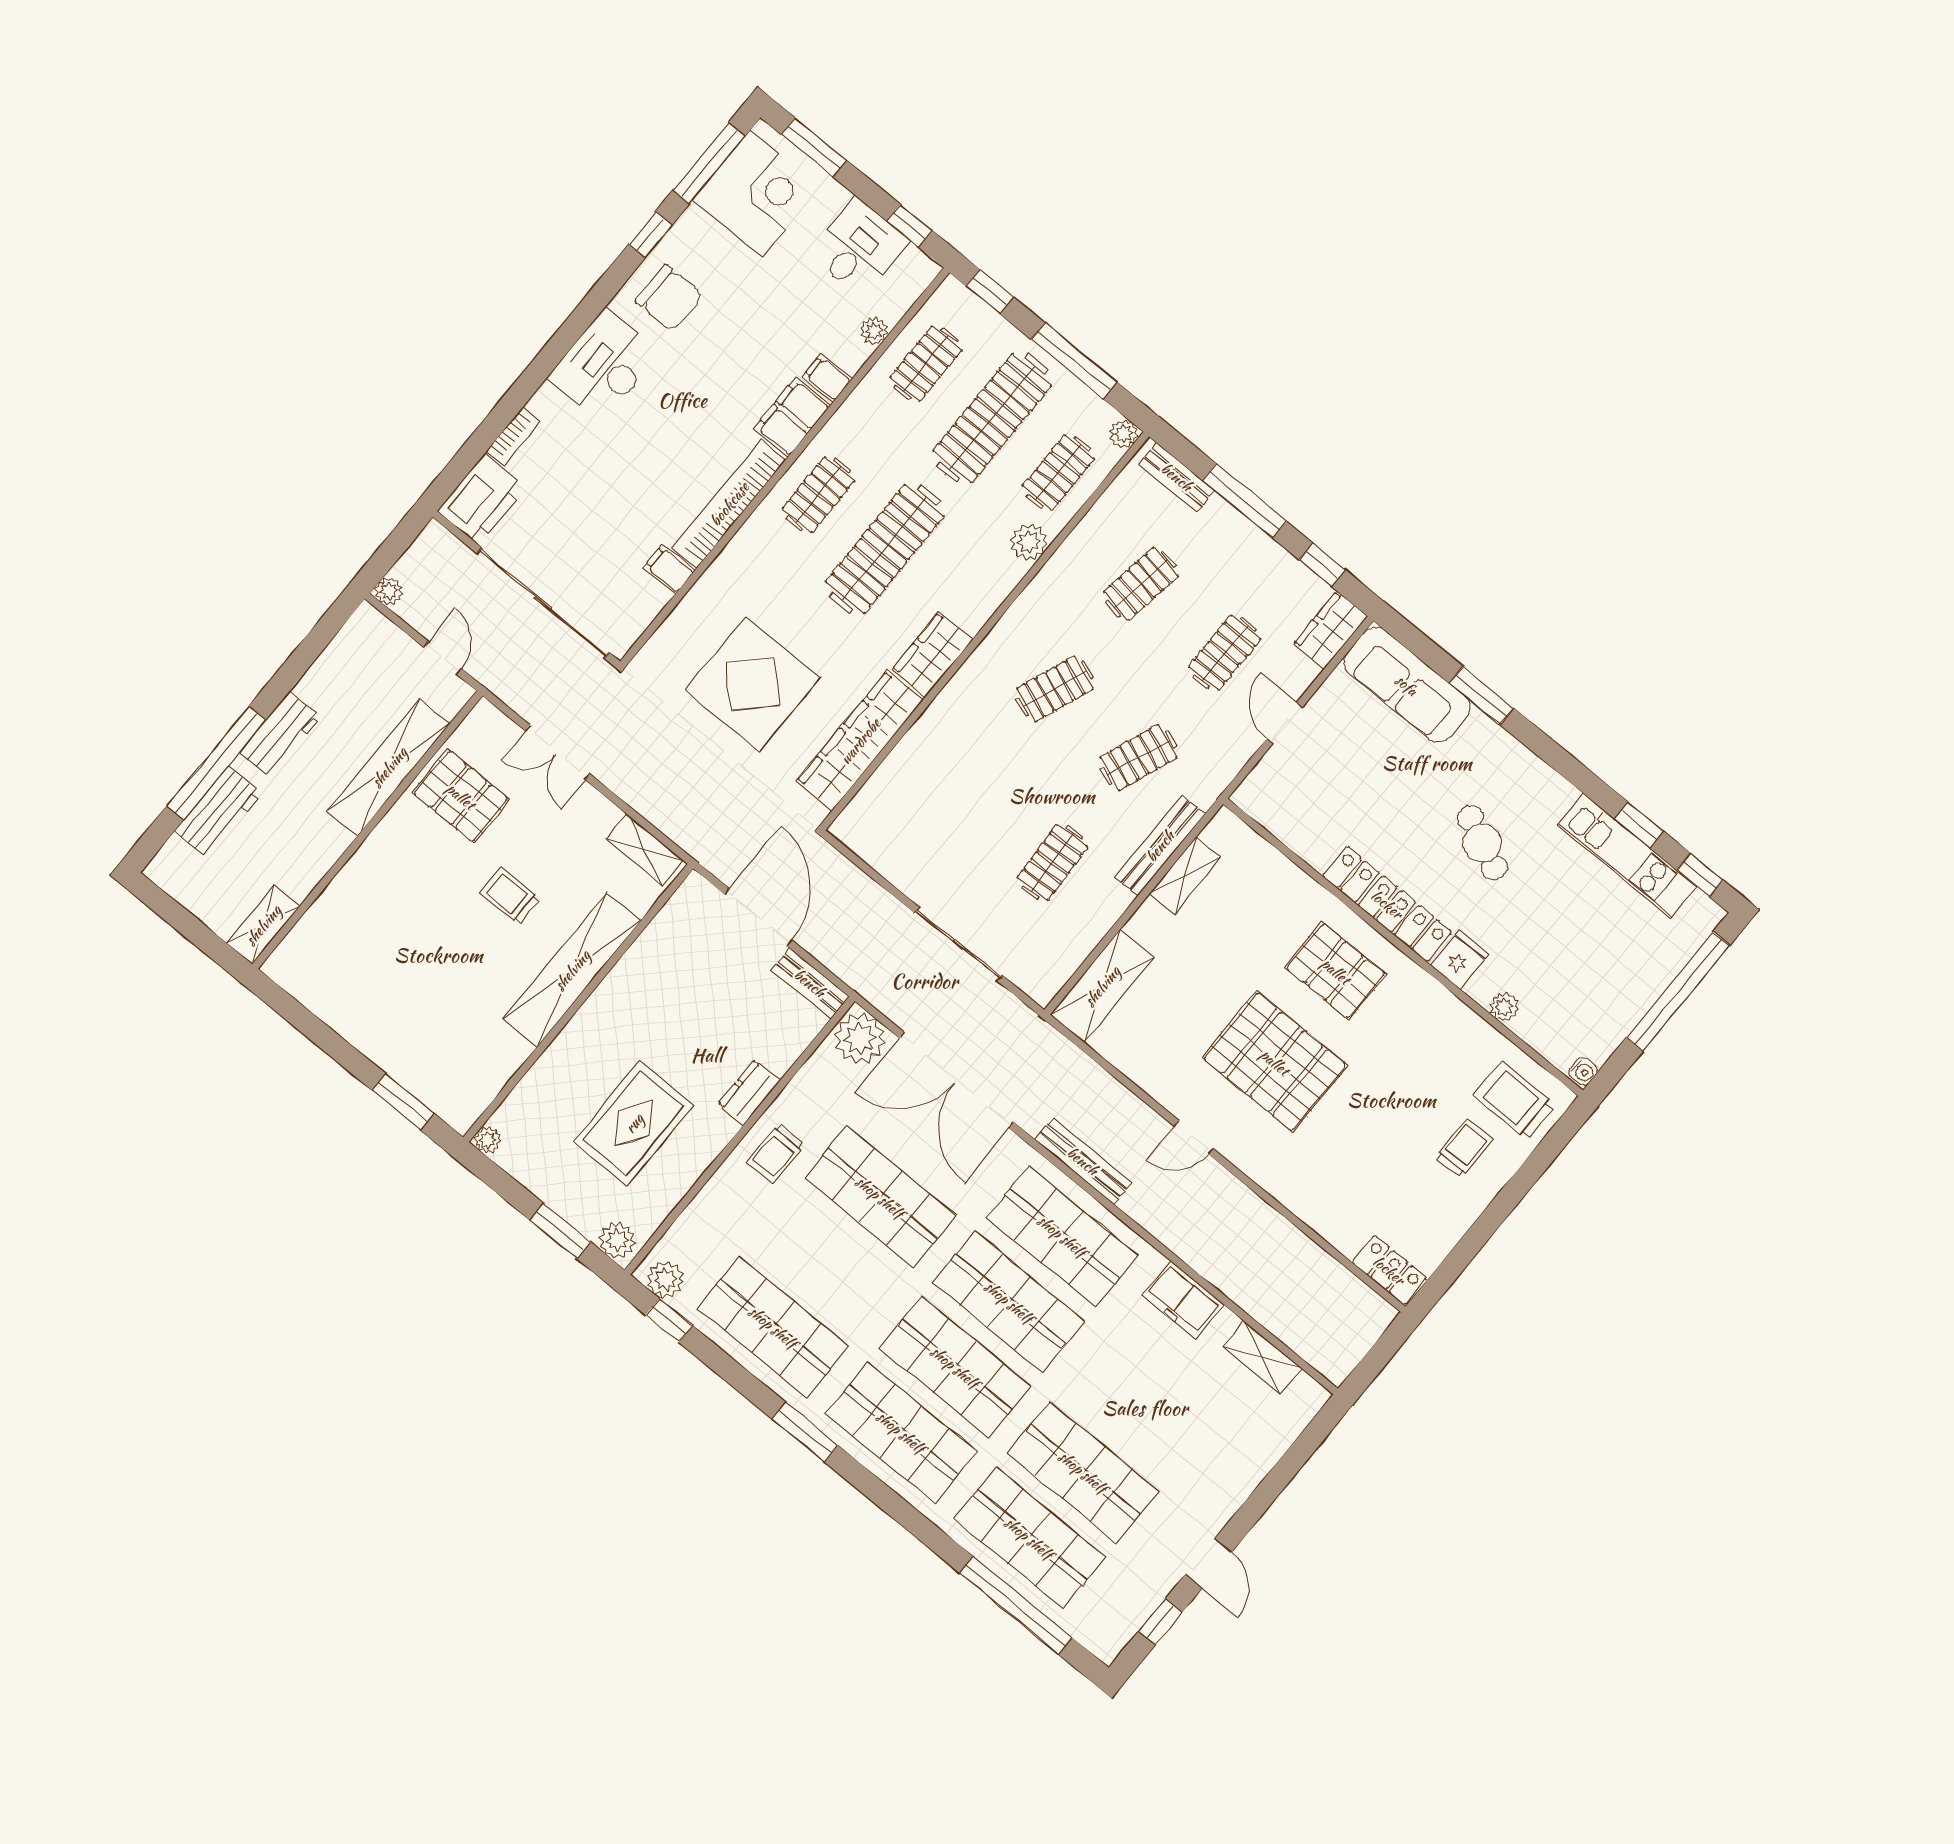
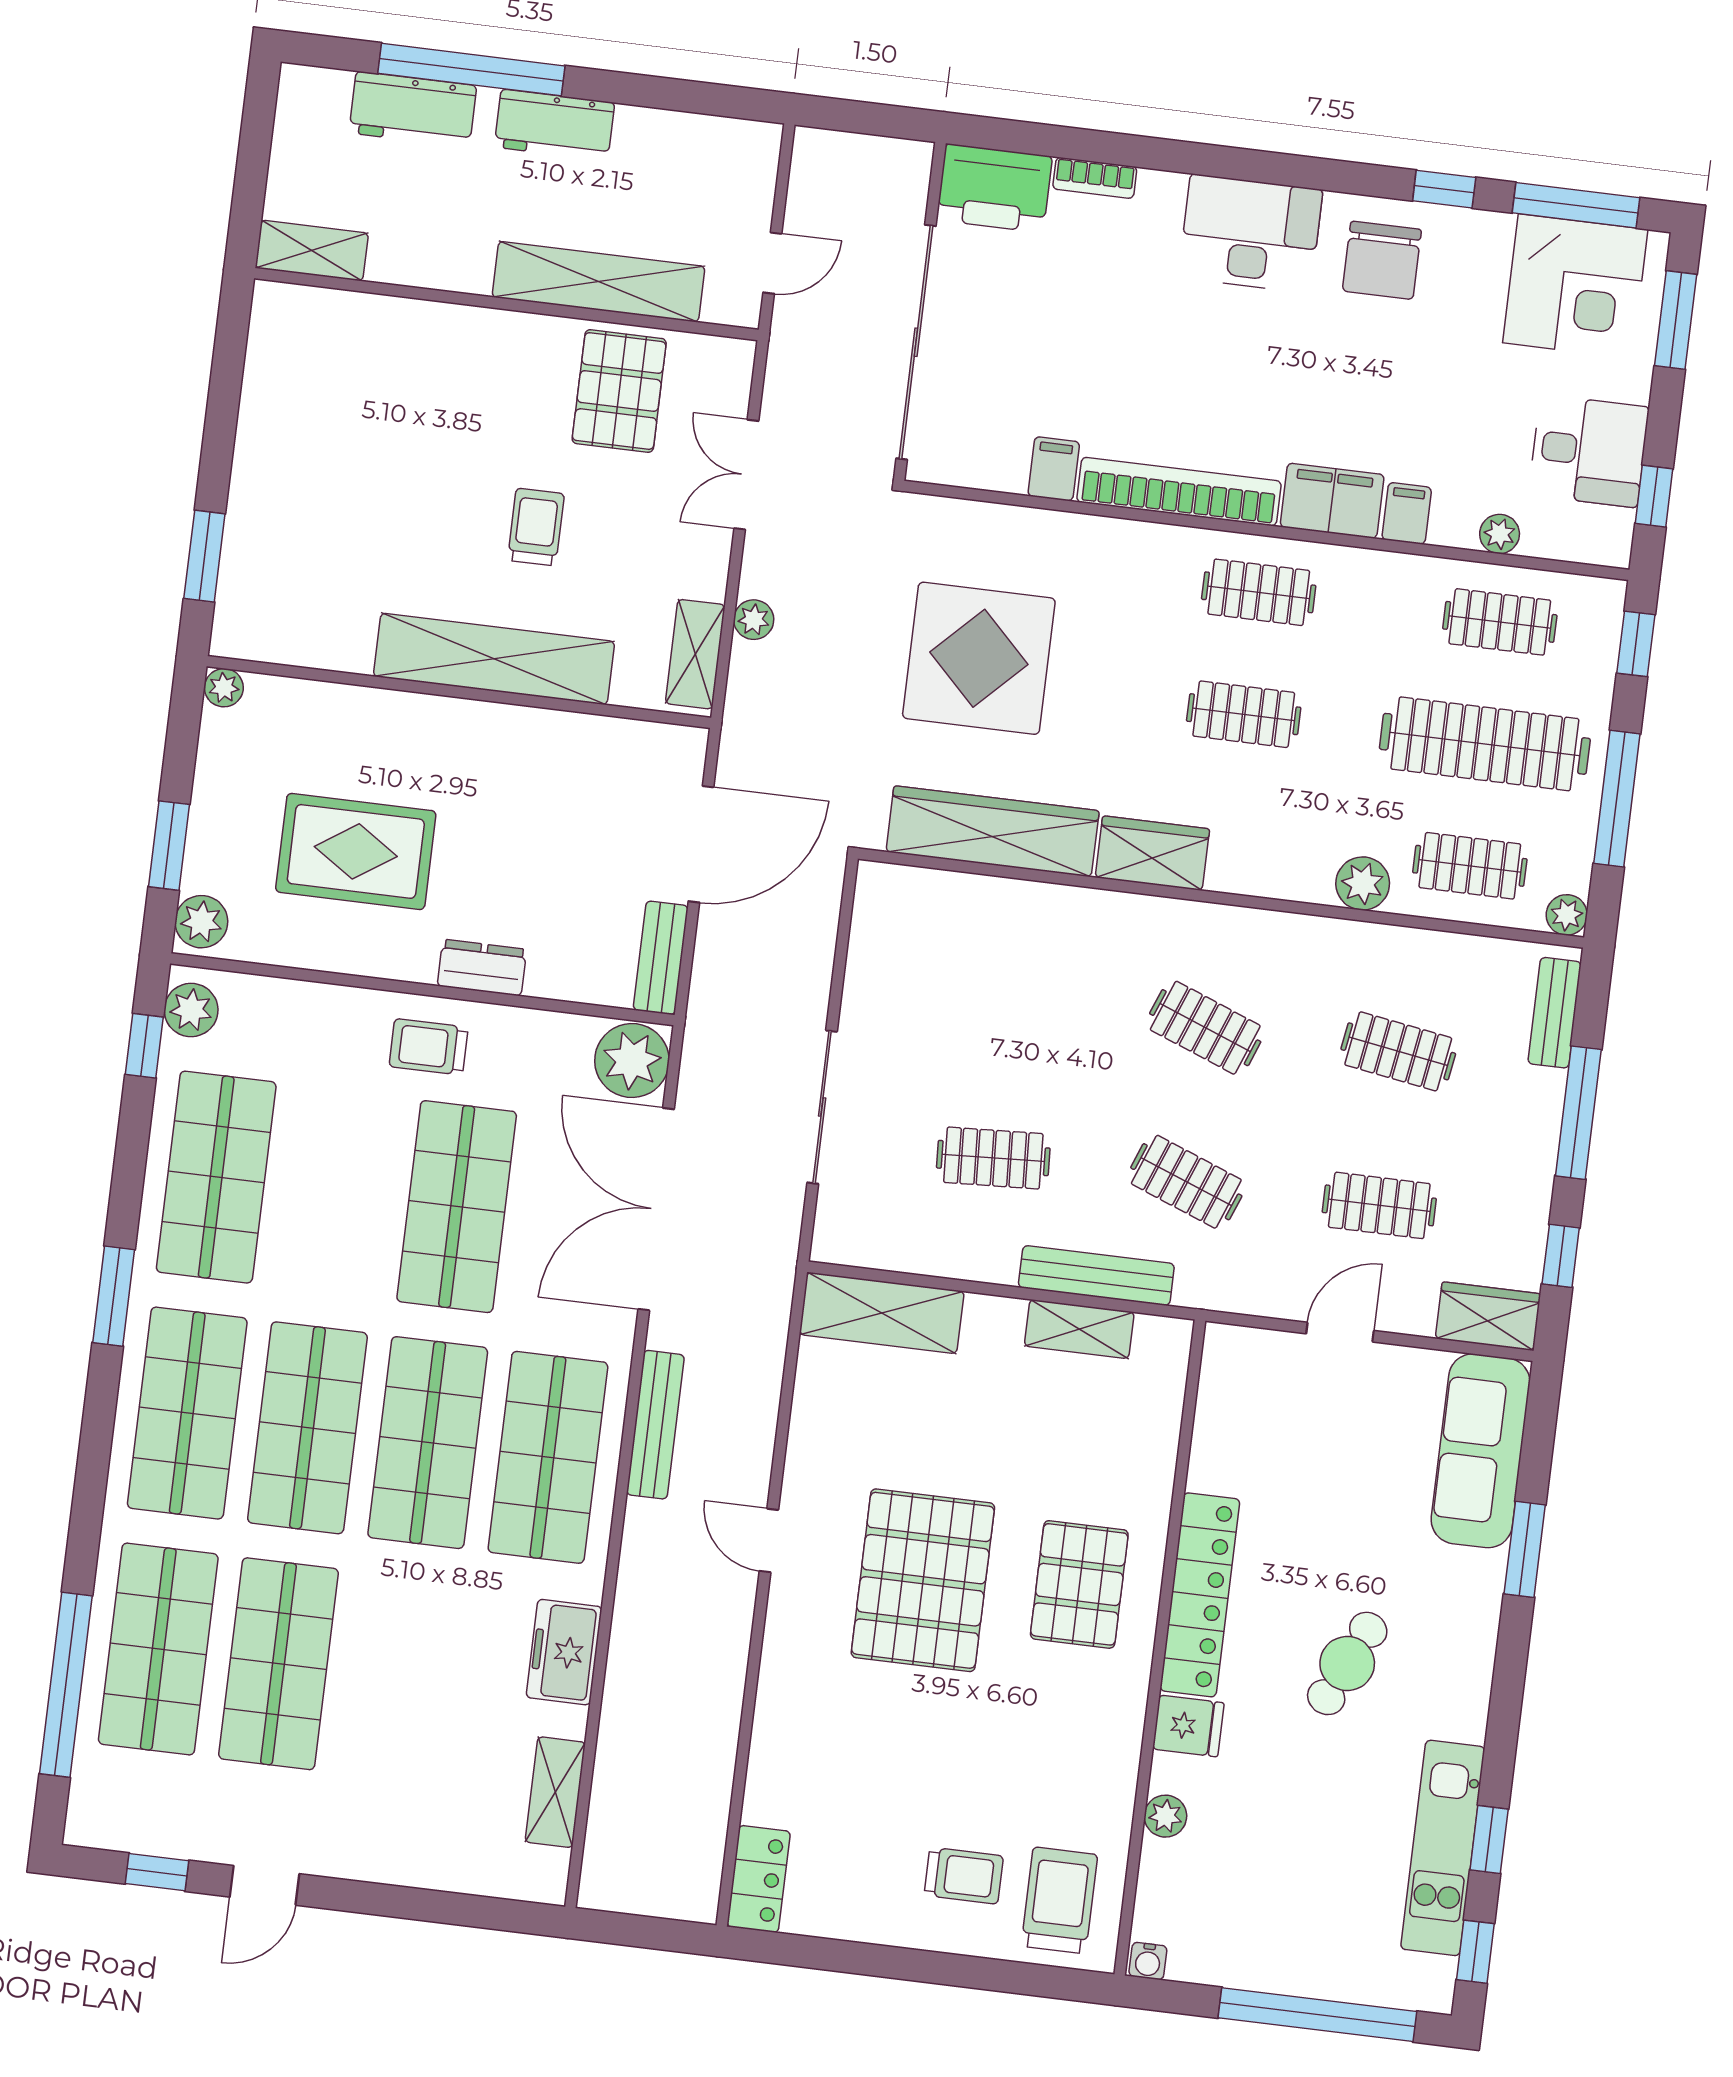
clothes rail: (885, 549) -> (1244, 714), width x0.54, depth x0.76
plant: (389, 591) -> (754, 620), moved

